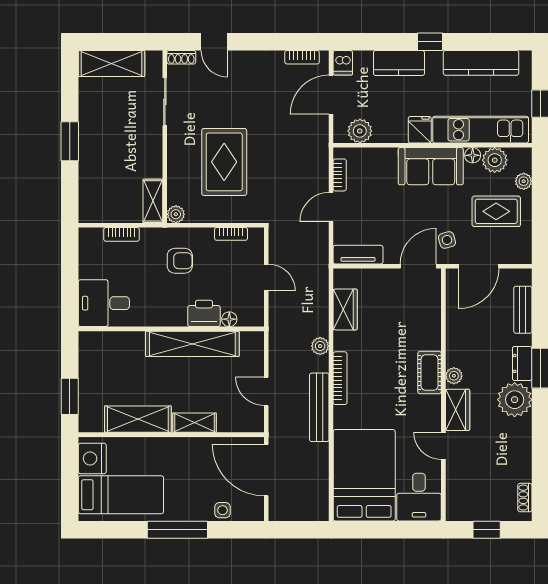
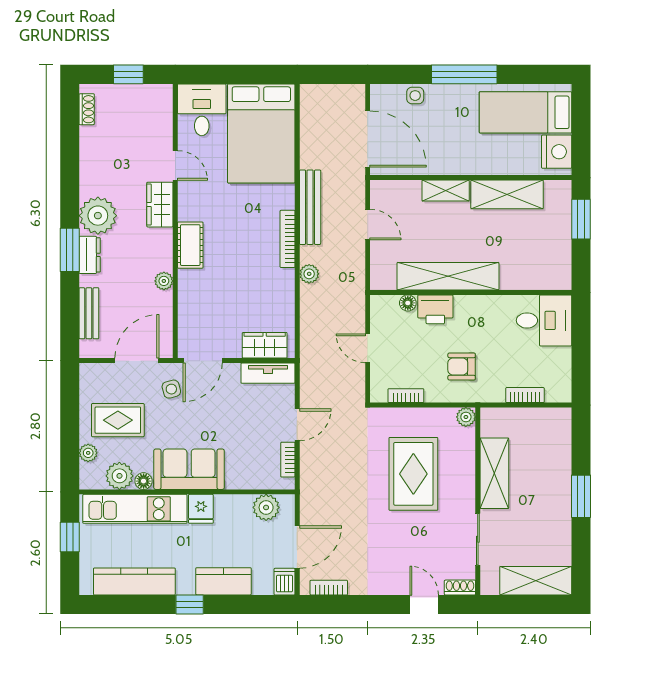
shelving: (153, 201) -> (494, 473), moved, width x1.50, depth x1.33
wardrobe: (345, 309) -> (265, 345), moved, turned 90
plant: (454, 376) -> (164, 281), moved

